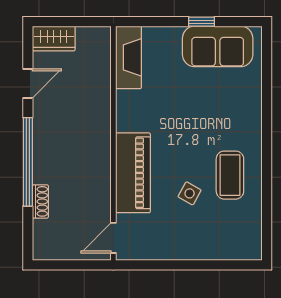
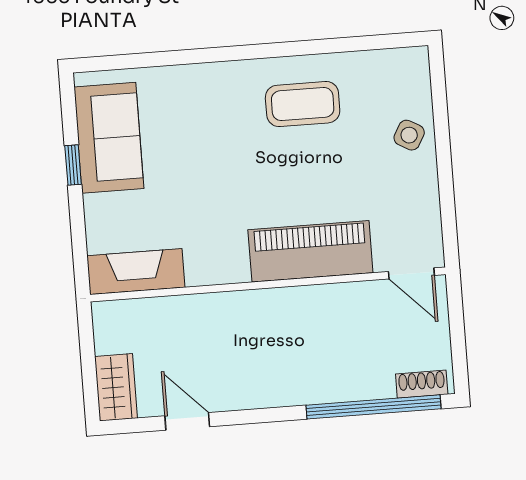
window: (28, 162) -> (373, 407), moved
side table: (190, 193) -> (409, 135), moved
shoe rack: (40, 201) -> (422, 384), moved

